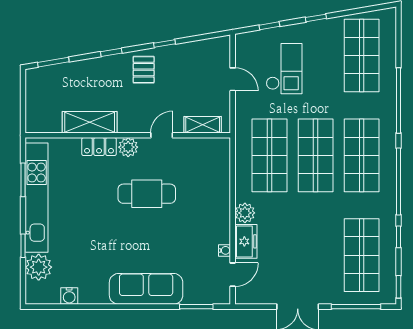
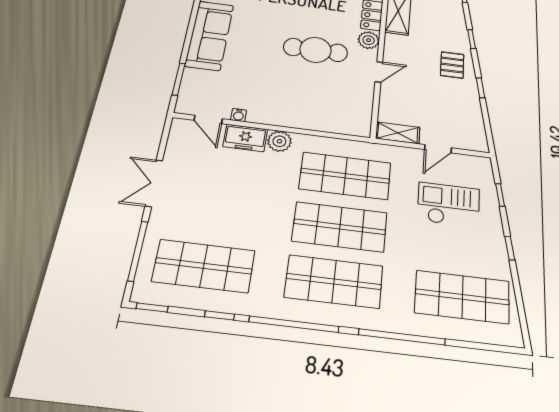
checkout: (284, 69) -> (449, 205), turned 180
pallet: (144, 70) -> (452, 65), turned 90
shelving: (203, 125) -> (398, 133), moved, turned 90
door: (162, 135) -> (379, 72), hinge flipped
cafe table: (147, 194) -> (315, 50), turned 90

